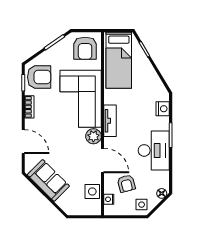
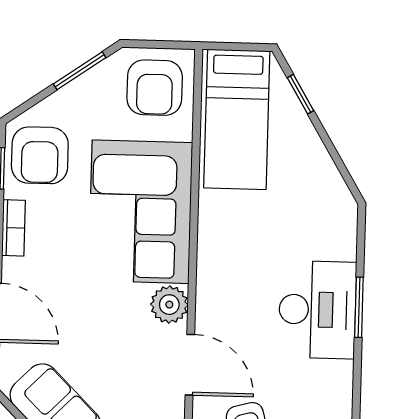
armchair: (39, 77) -> (40, 155), turned 90
nightstand: (163, 109) -> (341, 242), removed
tv unit: (110, 121) -> (211, 268), removed
desk: (154, 150) -> (317, 310), moved

